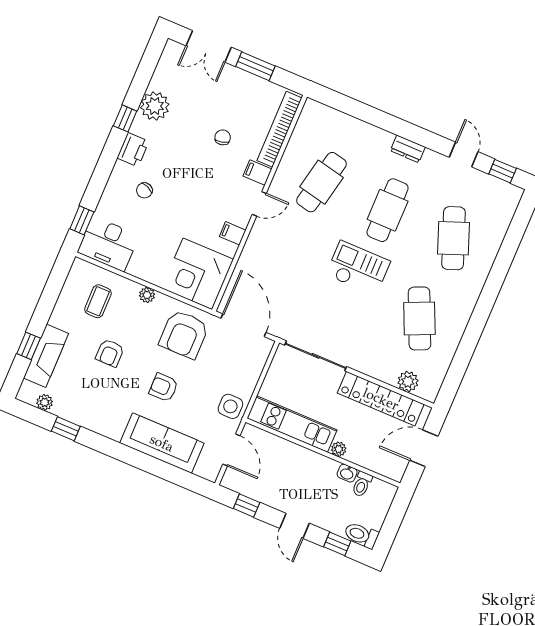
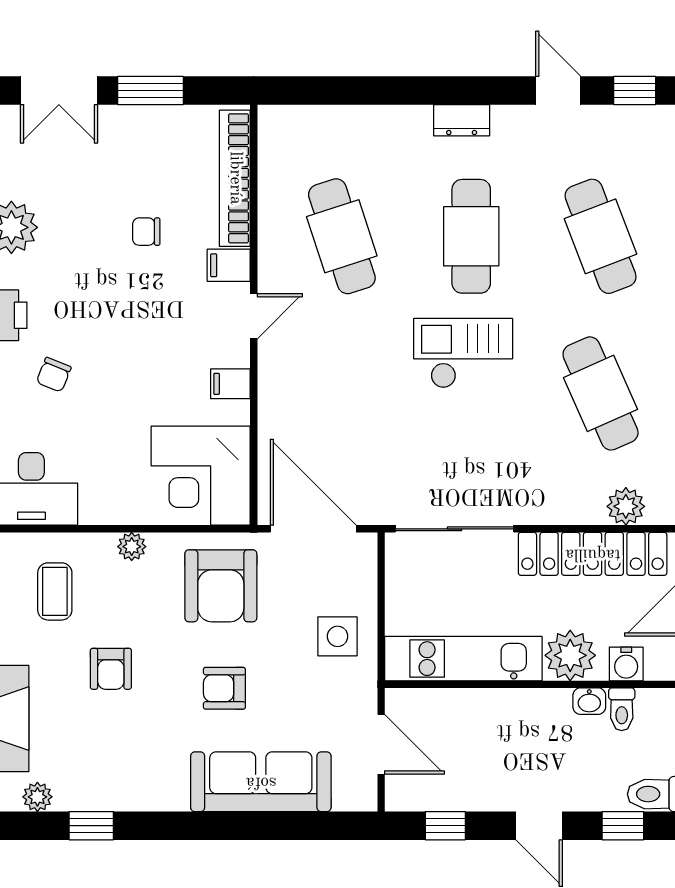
chair: (223, 137) -> (146, 232), turned -77
cafe table: (321, 182) -> (342, 236), turned -30
side table: (230, 406) -> (338, 636), moved
plant: (339, 449) -> (570, 655), width x1.87, depth x1.87
water cooler: (374, 462) -> (626, 664), added

